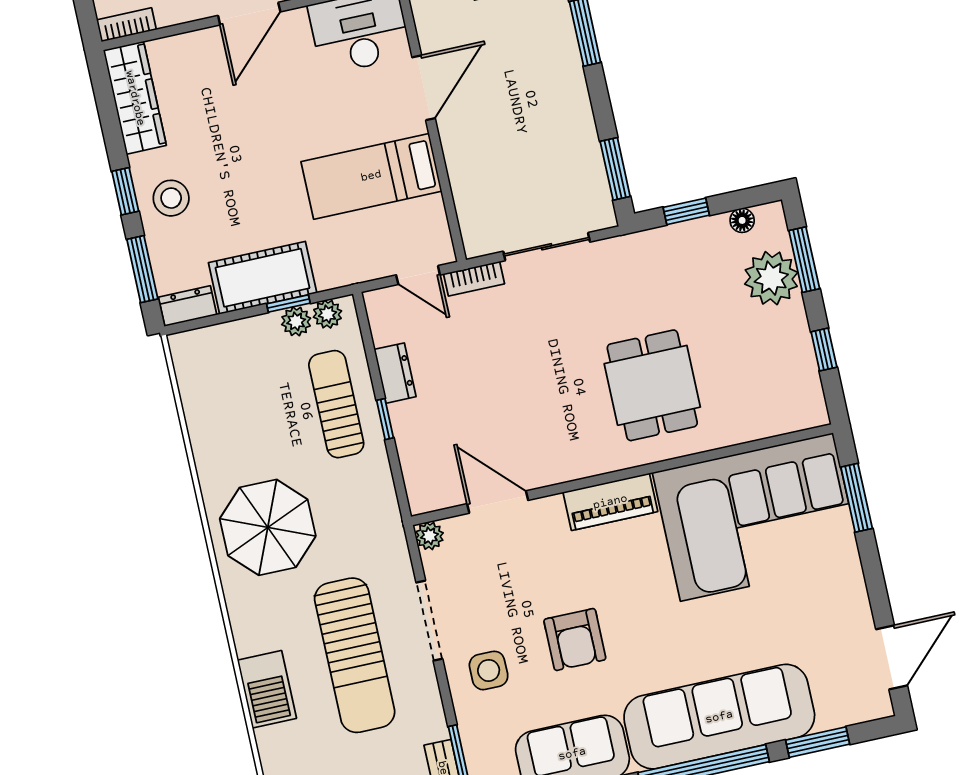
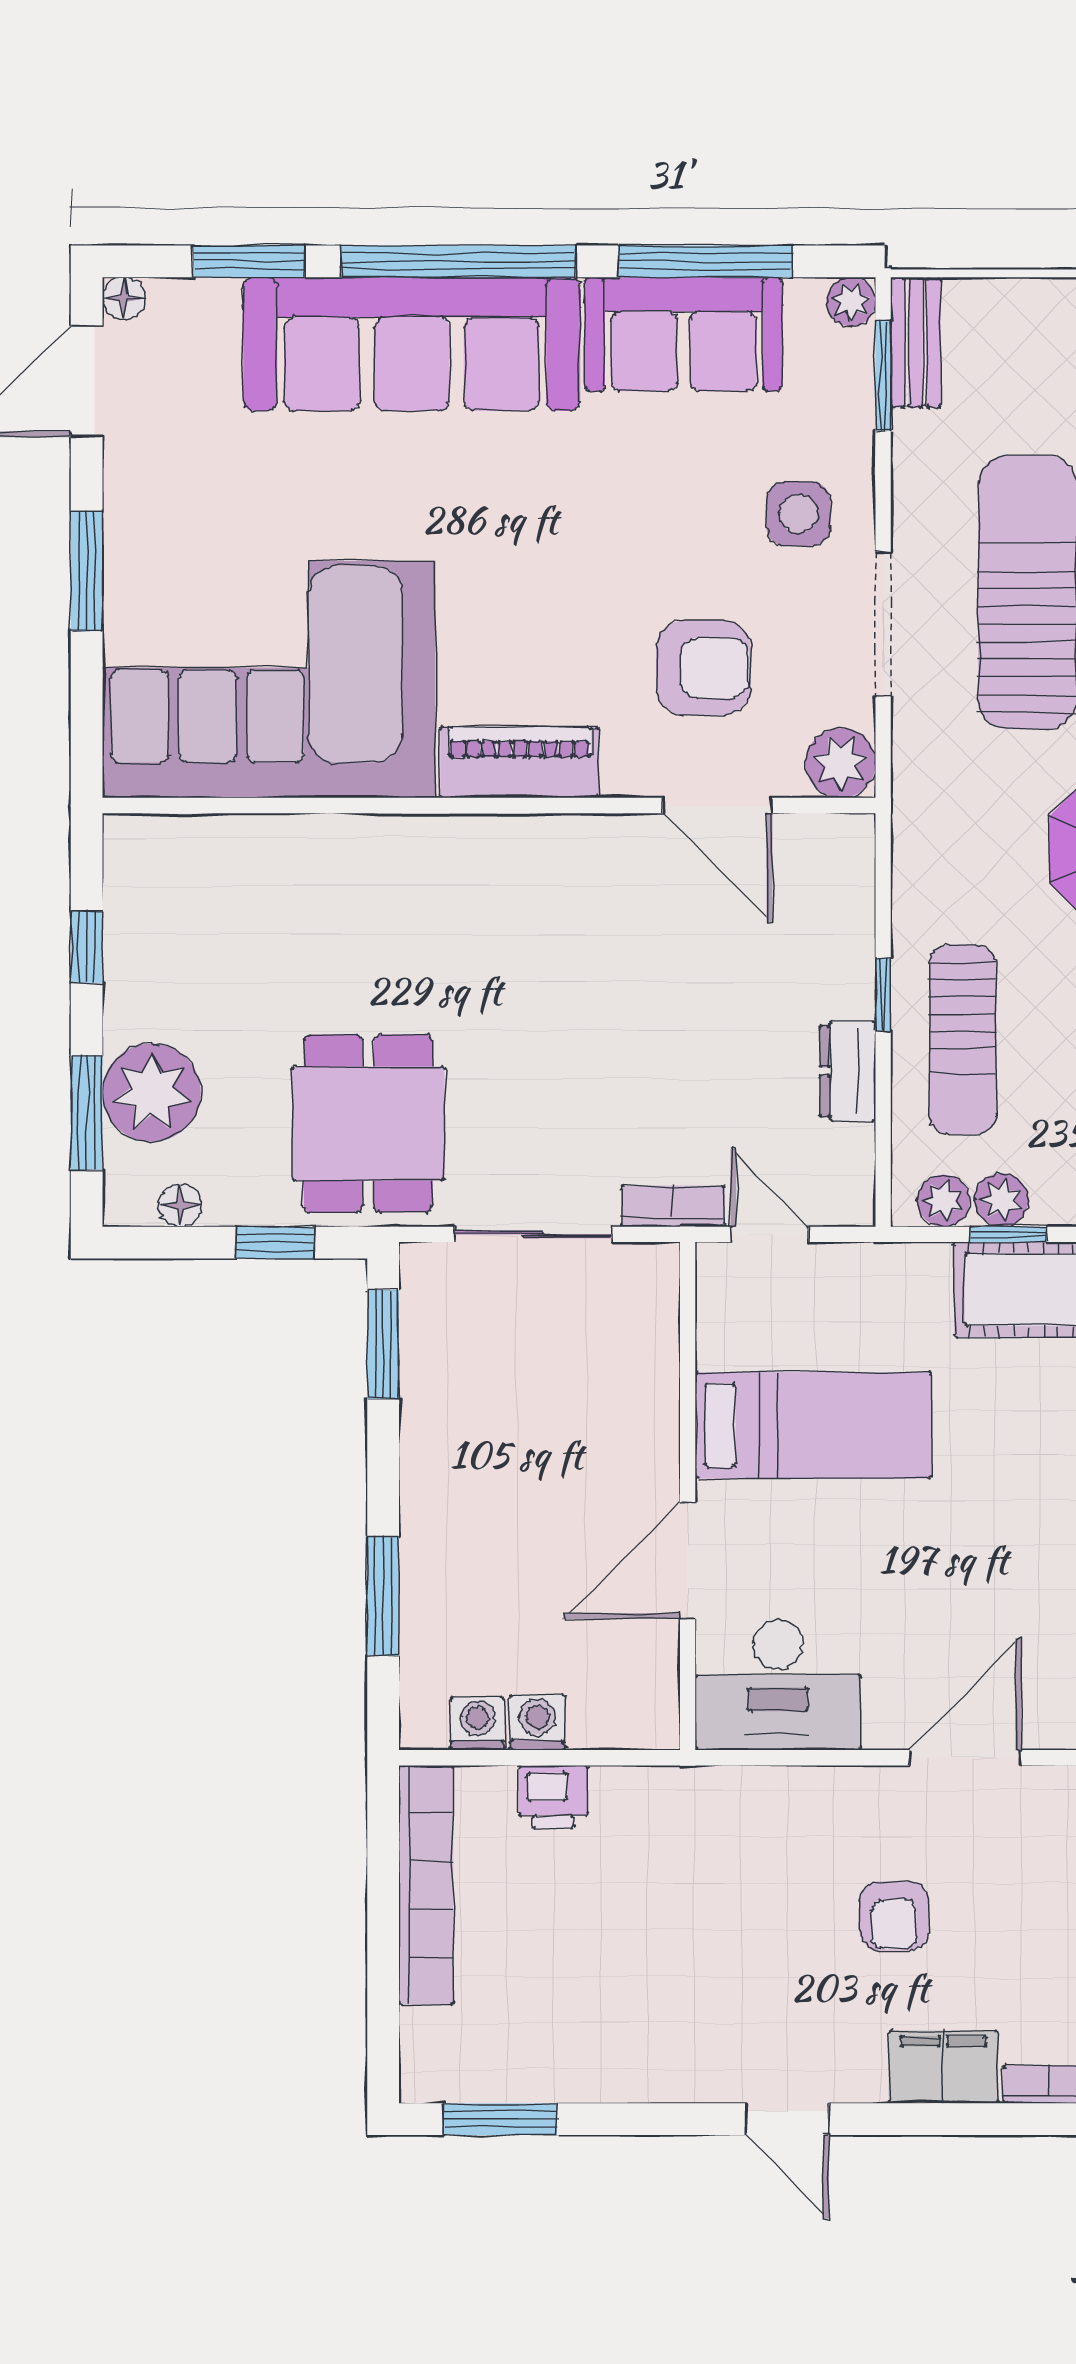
dining table: (652, 385) -> (368, 1123), moved
window: (857, 498) -> (87, 571), moved
plant: (429, 536) -> (841, 763), width x1.38, depth x1.38
armchair: (575, 639) -> (703, 668), moved, turned 90
floor lamp: (881, 707) -> (124, 299), added

